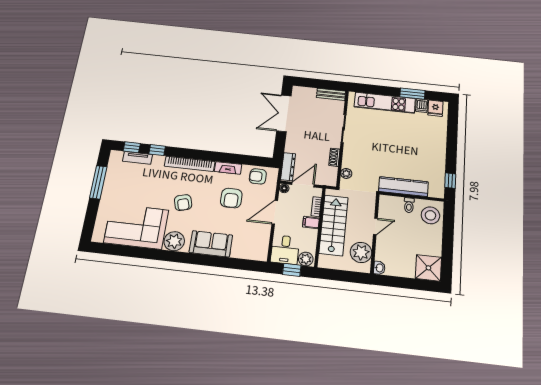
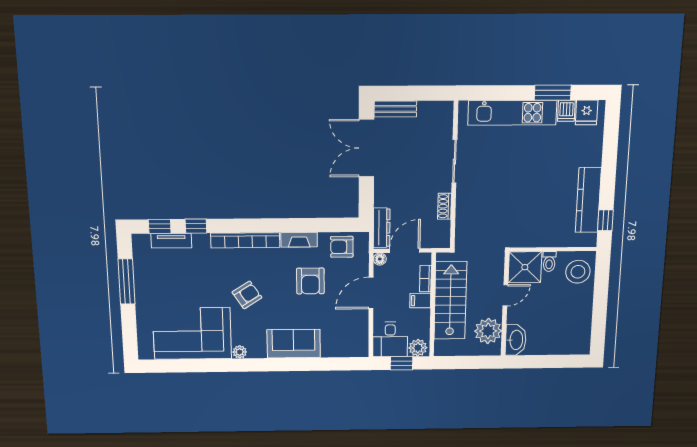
bench: (331, 94) -> (395, 109), moved
plant: (346, 173) -> (463, 228), removed
kitchen counter: (403, 187) -> (588, 200), moved, turned -90
armchair: (183, 203) -> (247, 295), turned -107
plant: (174, 241) -> (240, 352), width x0.53, depth x0.53
washbasin: (379, 268) -> (516, 340), width x1.91, depth x1.45
shower: (428, 268) -> (525, 267), moved

